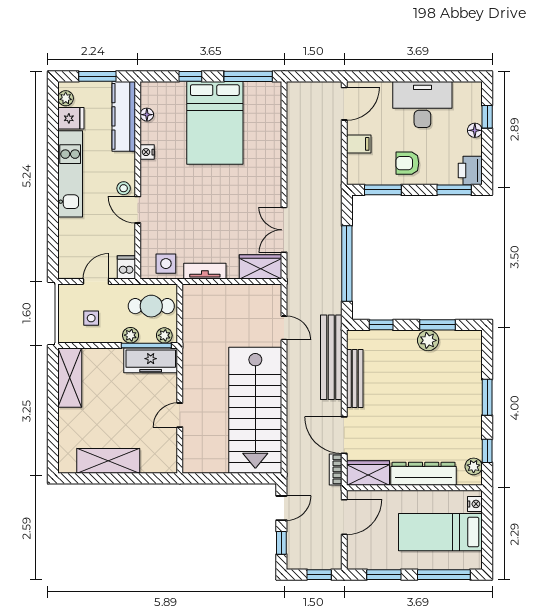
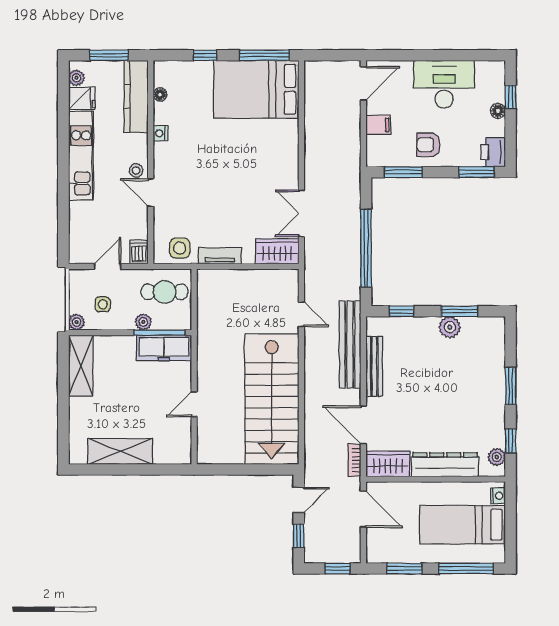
bed: (215, 123) -> (256, 89), moved, turned 90
plant: (164, 335) -> (77, 322), moved
door: (344, 517) -> (363, 509), hinge flipped

